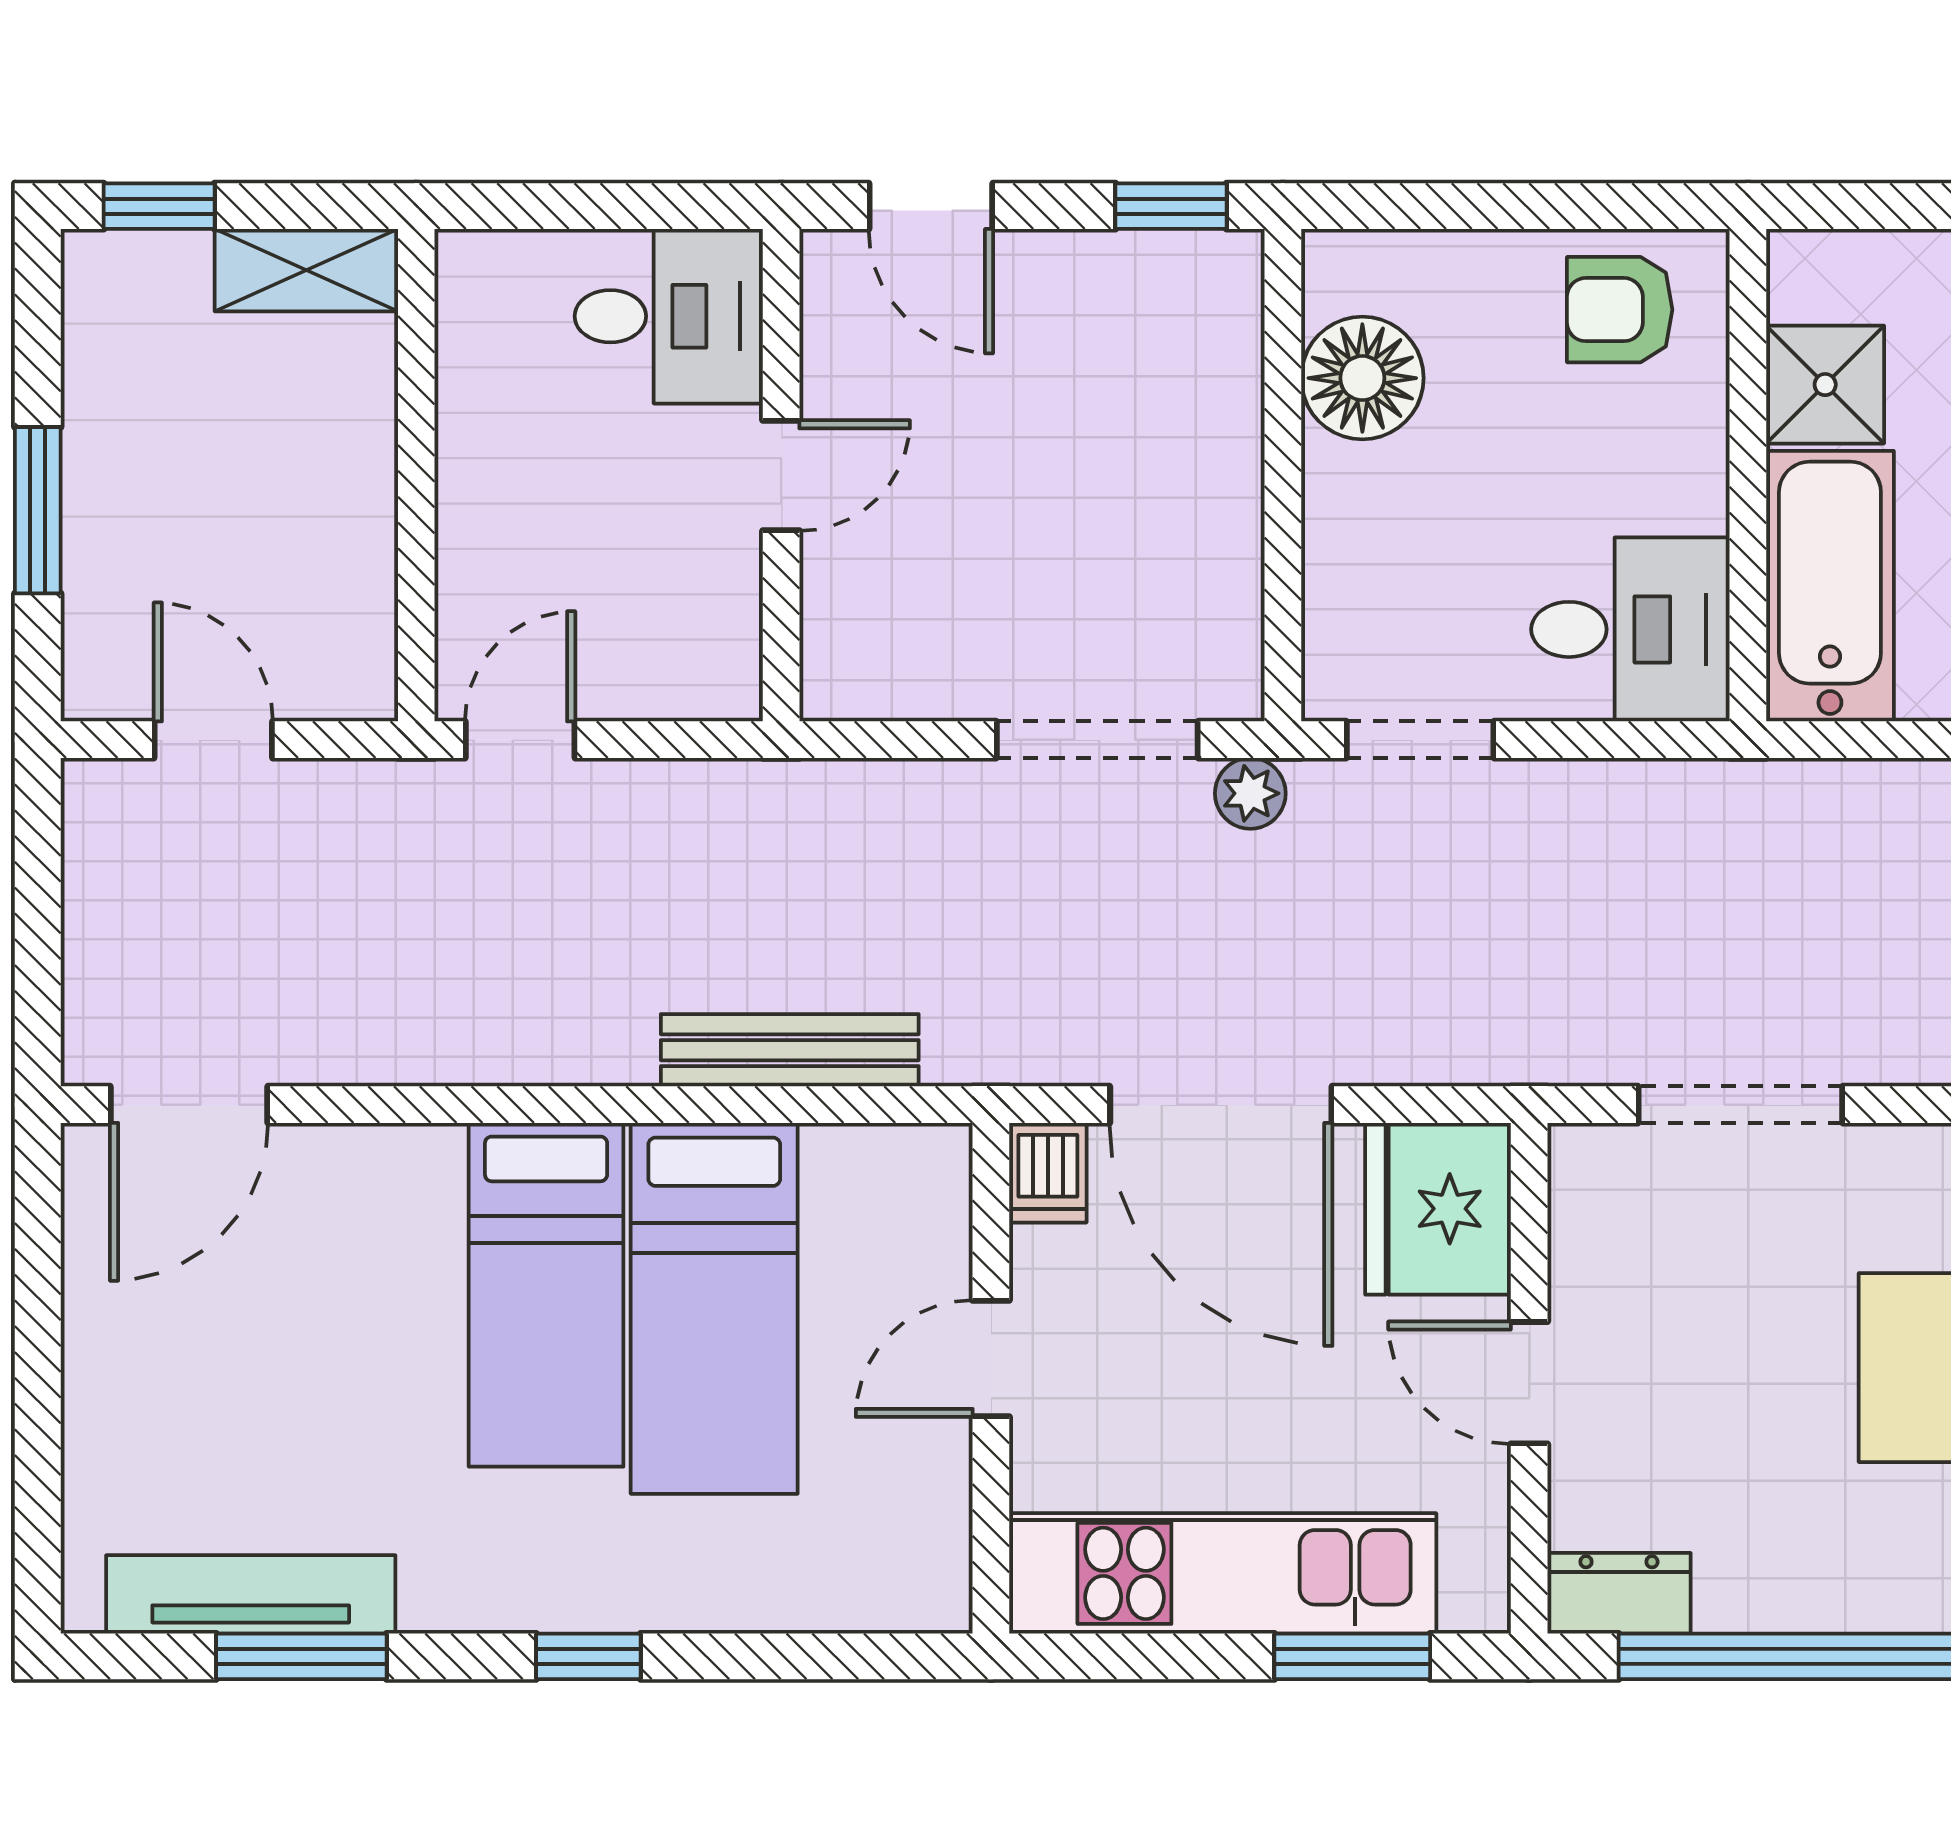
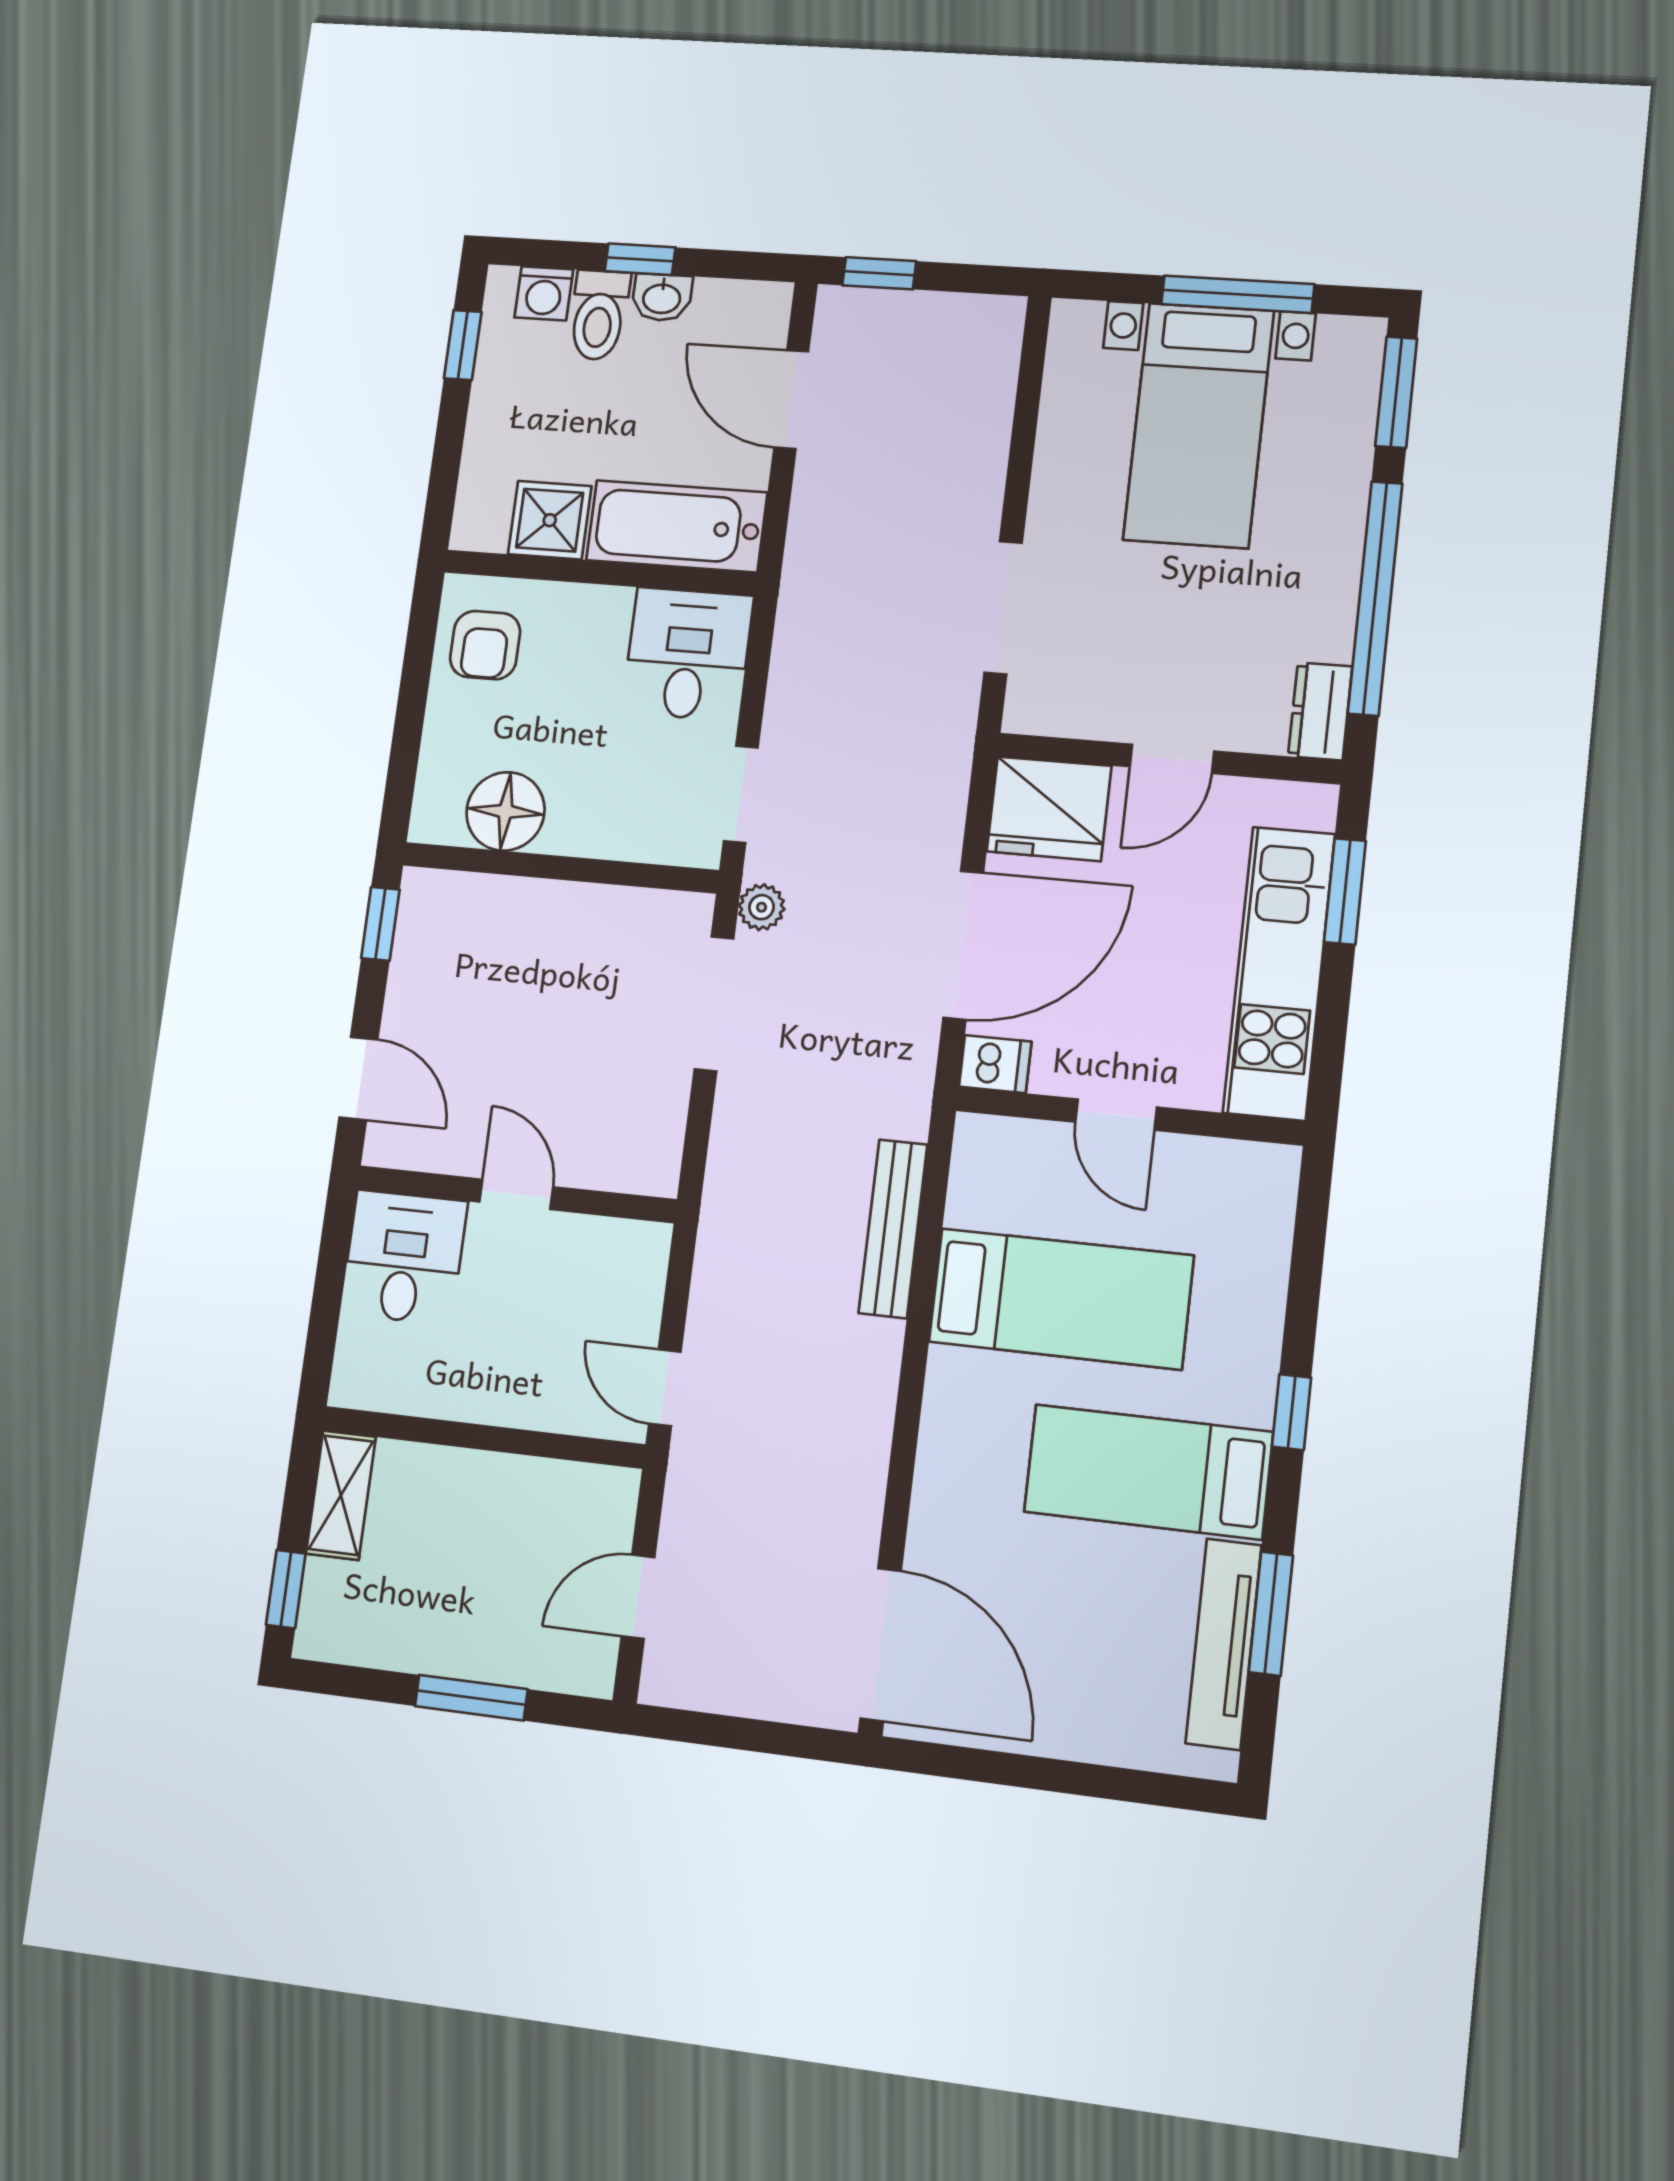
door: (931, 206) -> (358, 1079), hinge flipped
door: (189, 1105) -> (881, 1645), width x1.36
bed: (546, 1295) -> (1148, 1472), moved, turned 180

